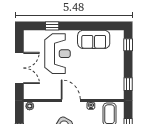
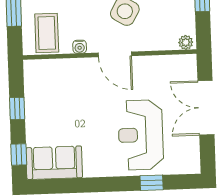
sofa: (94, 39) -> (54, 163), moved
window: (128, 84) -> (17, 108), moved

